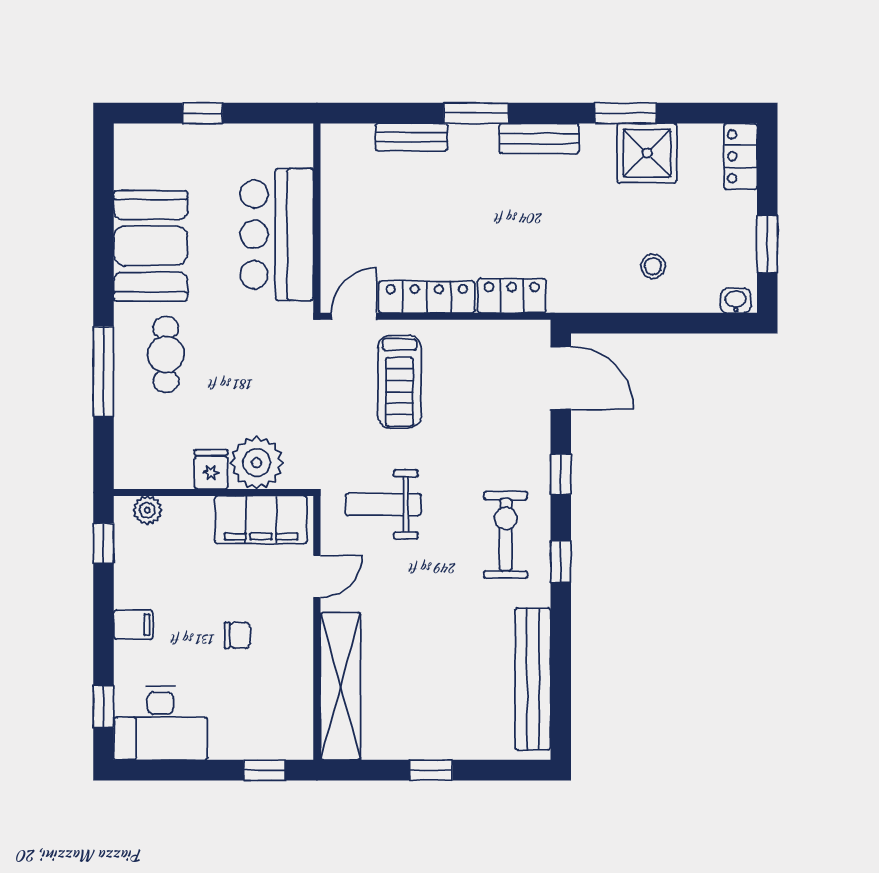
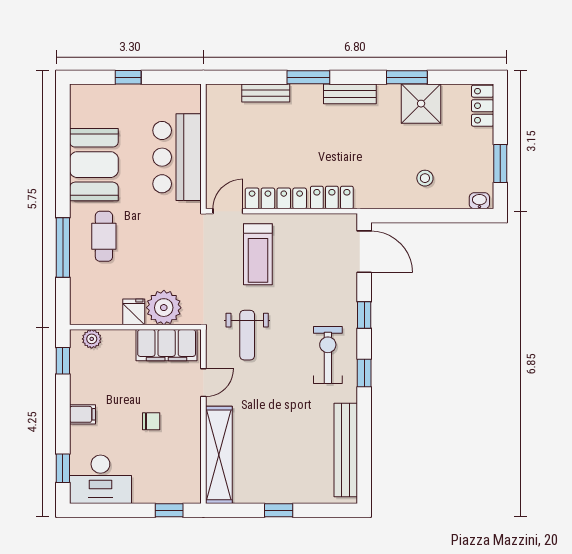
weight bench: (383, 504) -> (247, 335), turned -90

